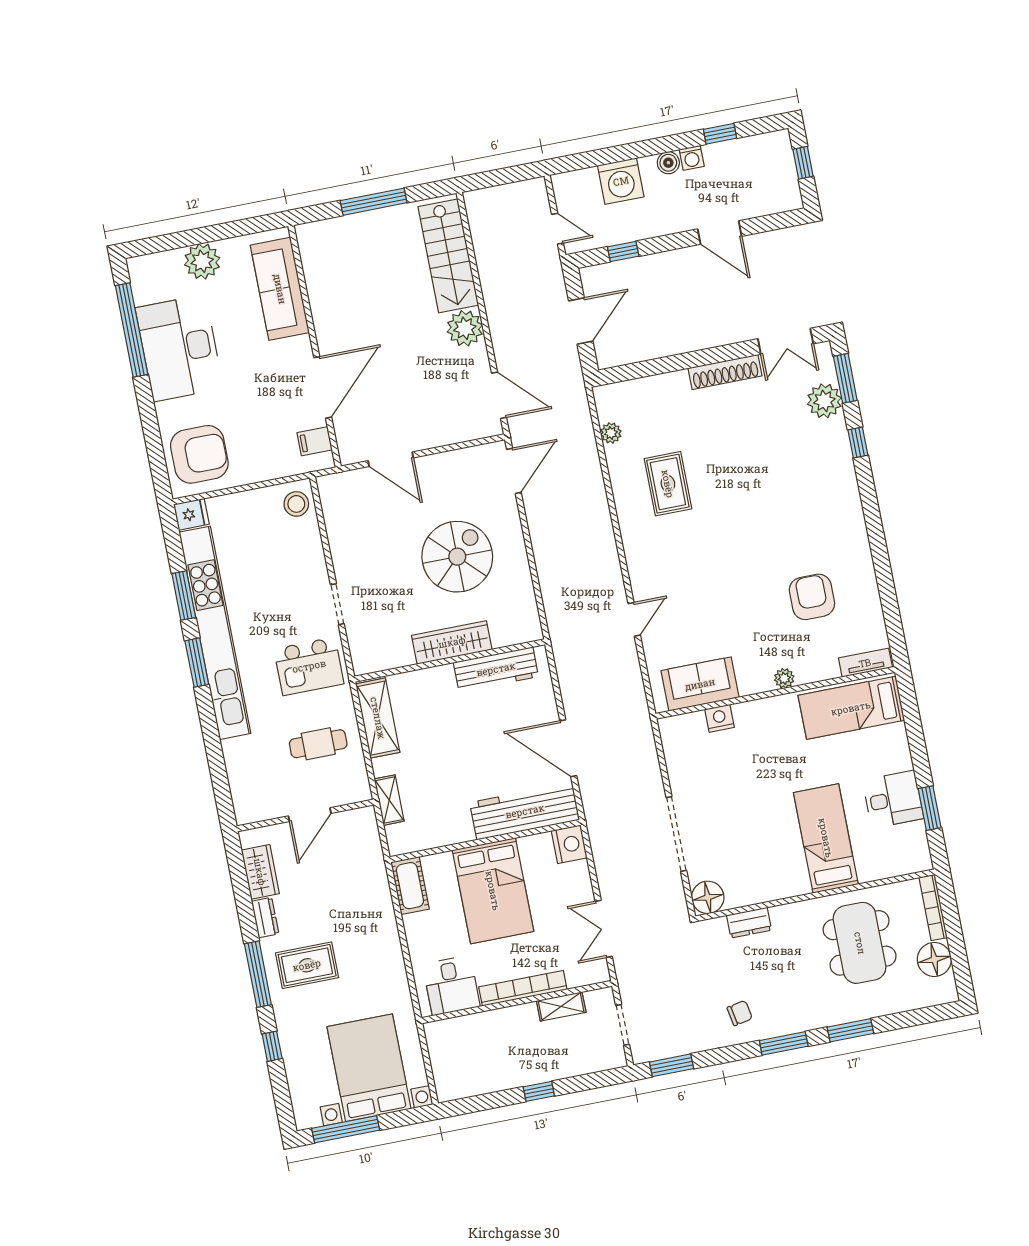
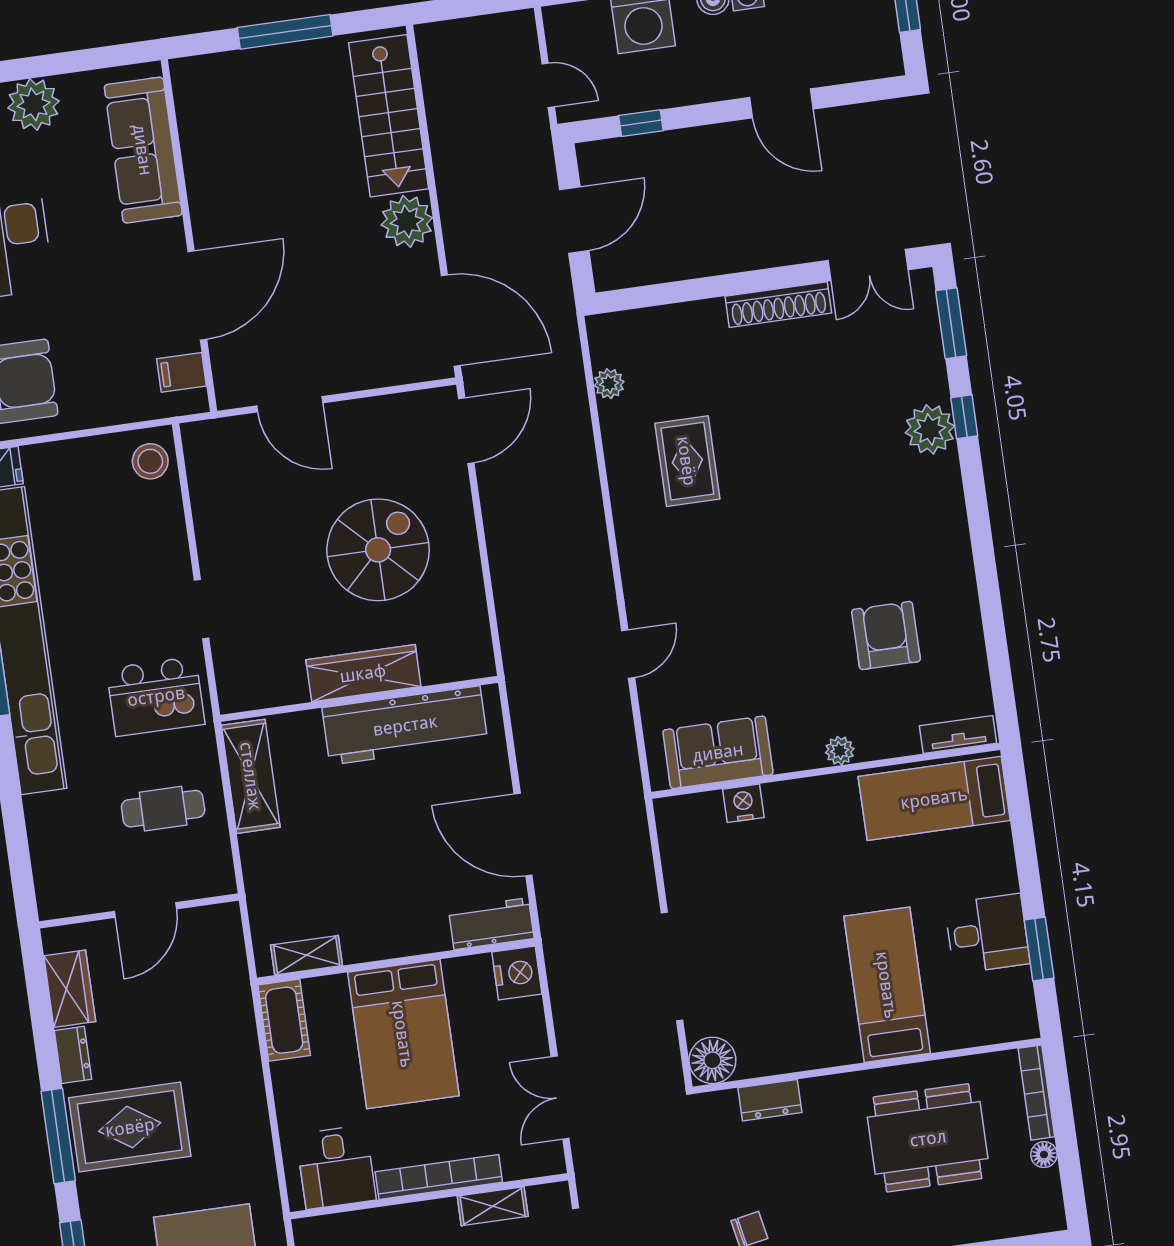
door: (499, 395) -> (451, 321), width x1.36
plant: (824, 401) -> (930, 429), moved
workbench: (496, 669) -> (405, 725), width x1.36, depth x1.32
shelving: (389, 800) -> (307, 955), moved, turned 90
workbench: (525, 811) -> (491, 924), width x0.53, depth x0.76
dining table: (860, 943) -> (928, 1138), turned 90
floor lamp: (934, 959) -> (1044, 1155), width x0.53, depth x0.53
rug: (307, 965) -> (130, 1127), width x1.36, depth x1.43

